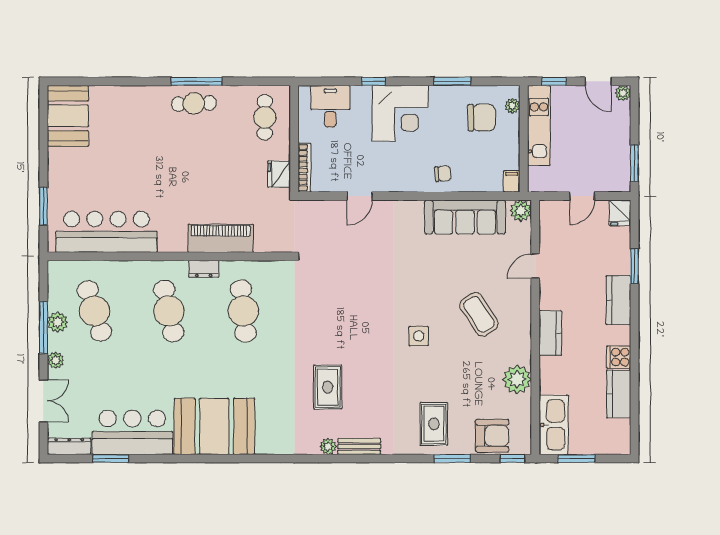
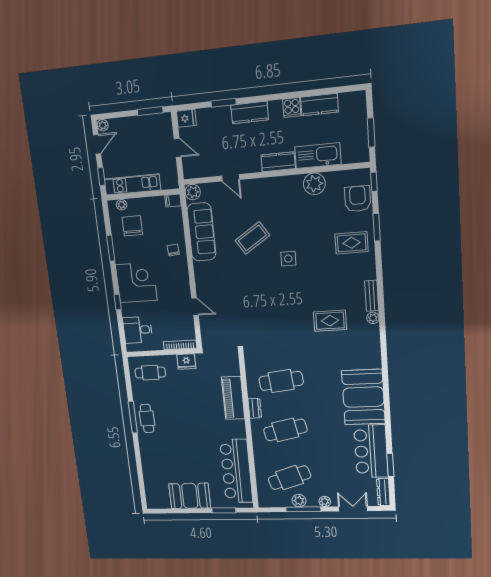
booth: (68, 116) -> (190, 496), moved
coffee table: (479, 314) -> (252, 238), moved
kitchen sink: (554, 425) -> (318, 156), moved

